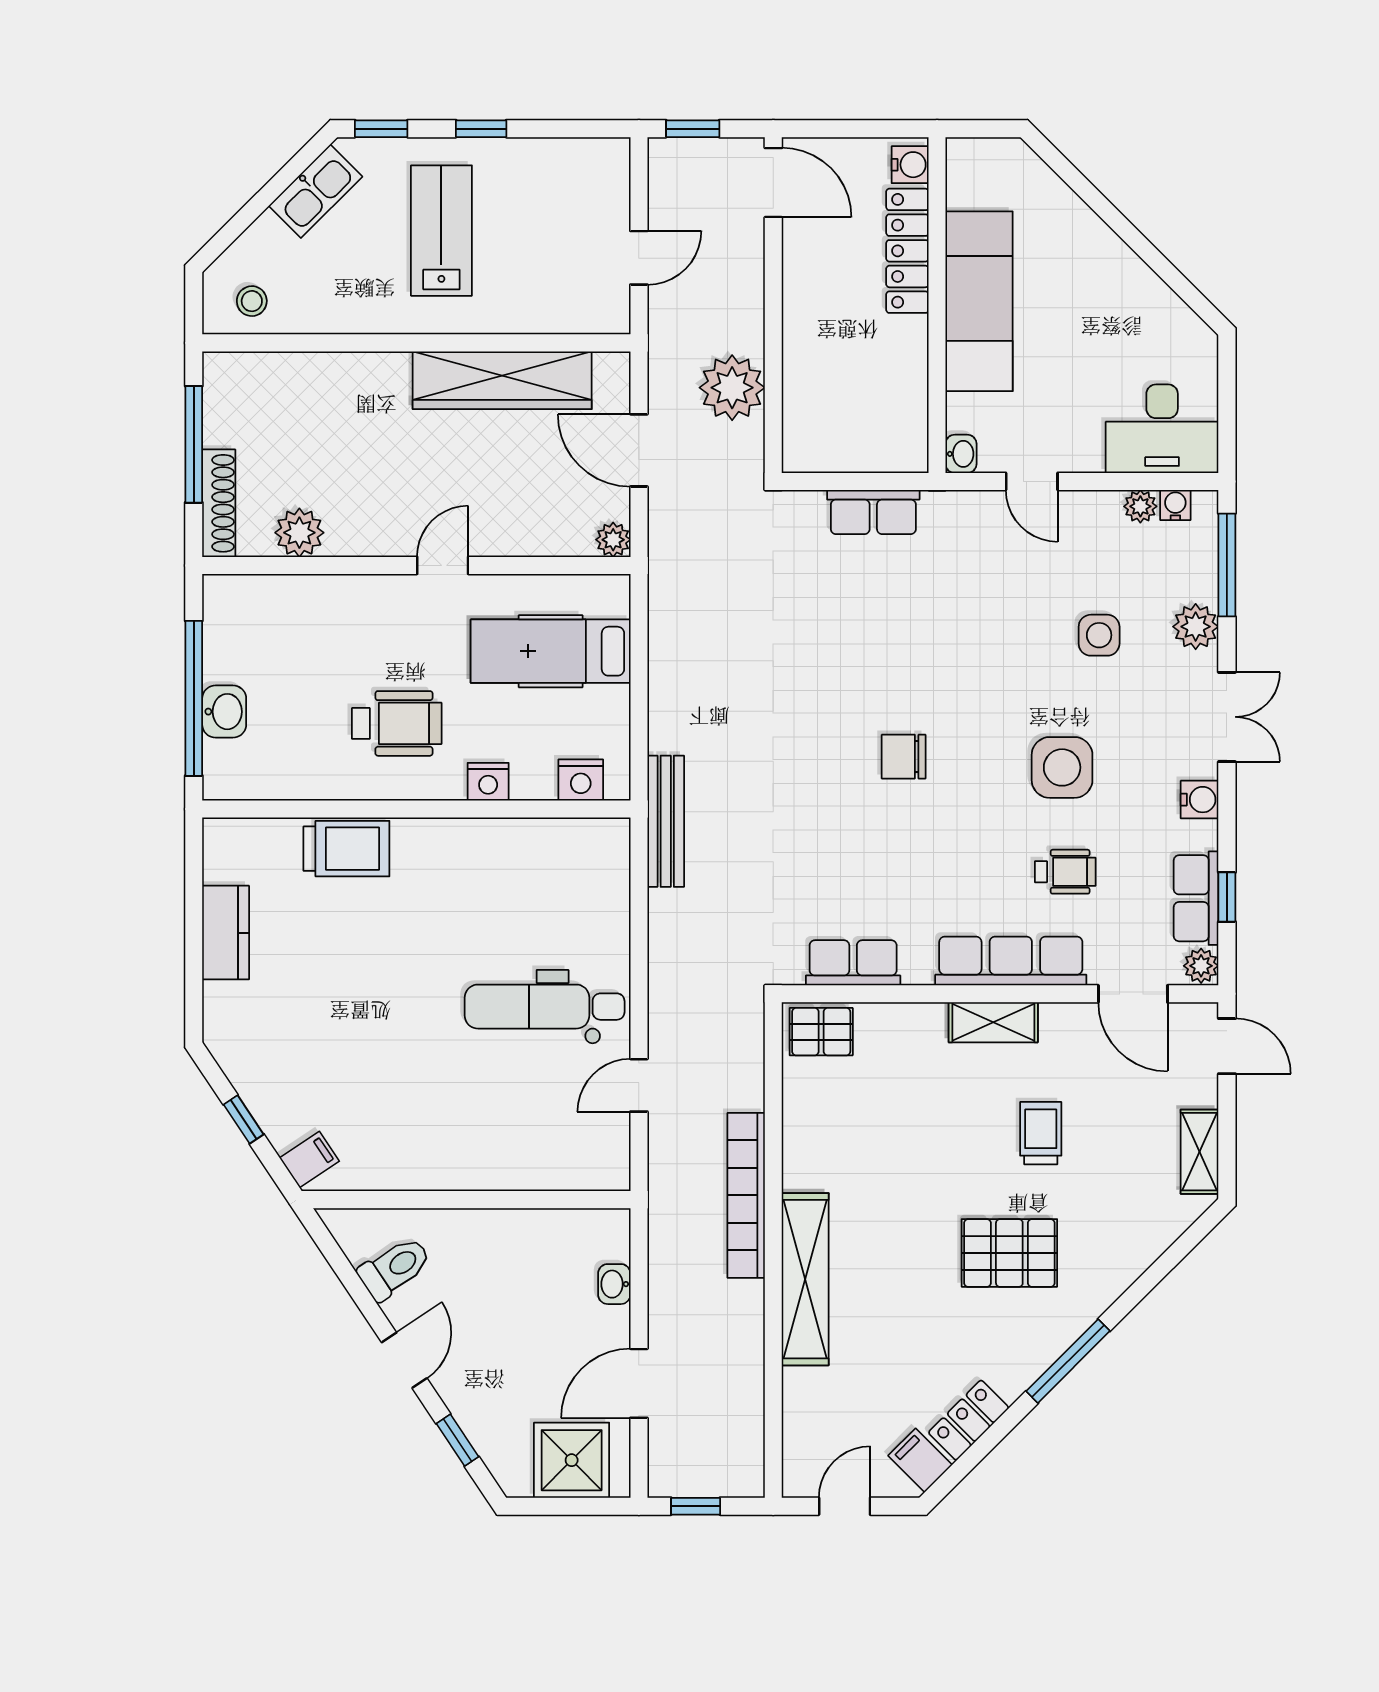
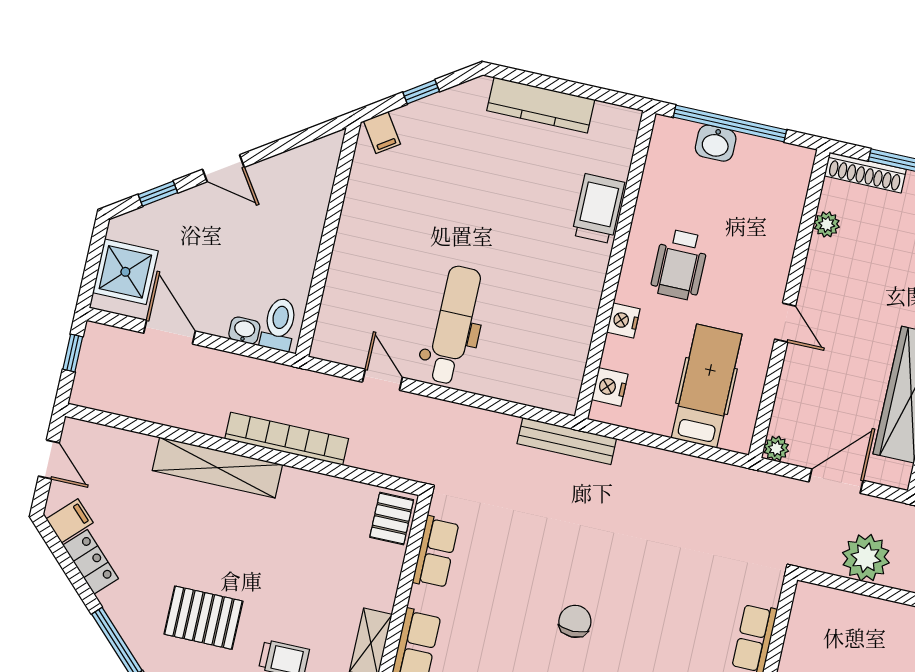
plant: (299, 533) -> (827, 224), width x0.73, depth x0.73
trolley: (346, 849) -> (598, 209), turned 180
kitchen counter: (226, 933) -> (541, 105), width x1.50
pallet: (1009, 1253) -> (203, 618), turned 90
toilet: (395, 1268) -> (279, 324), moved, turned -146

